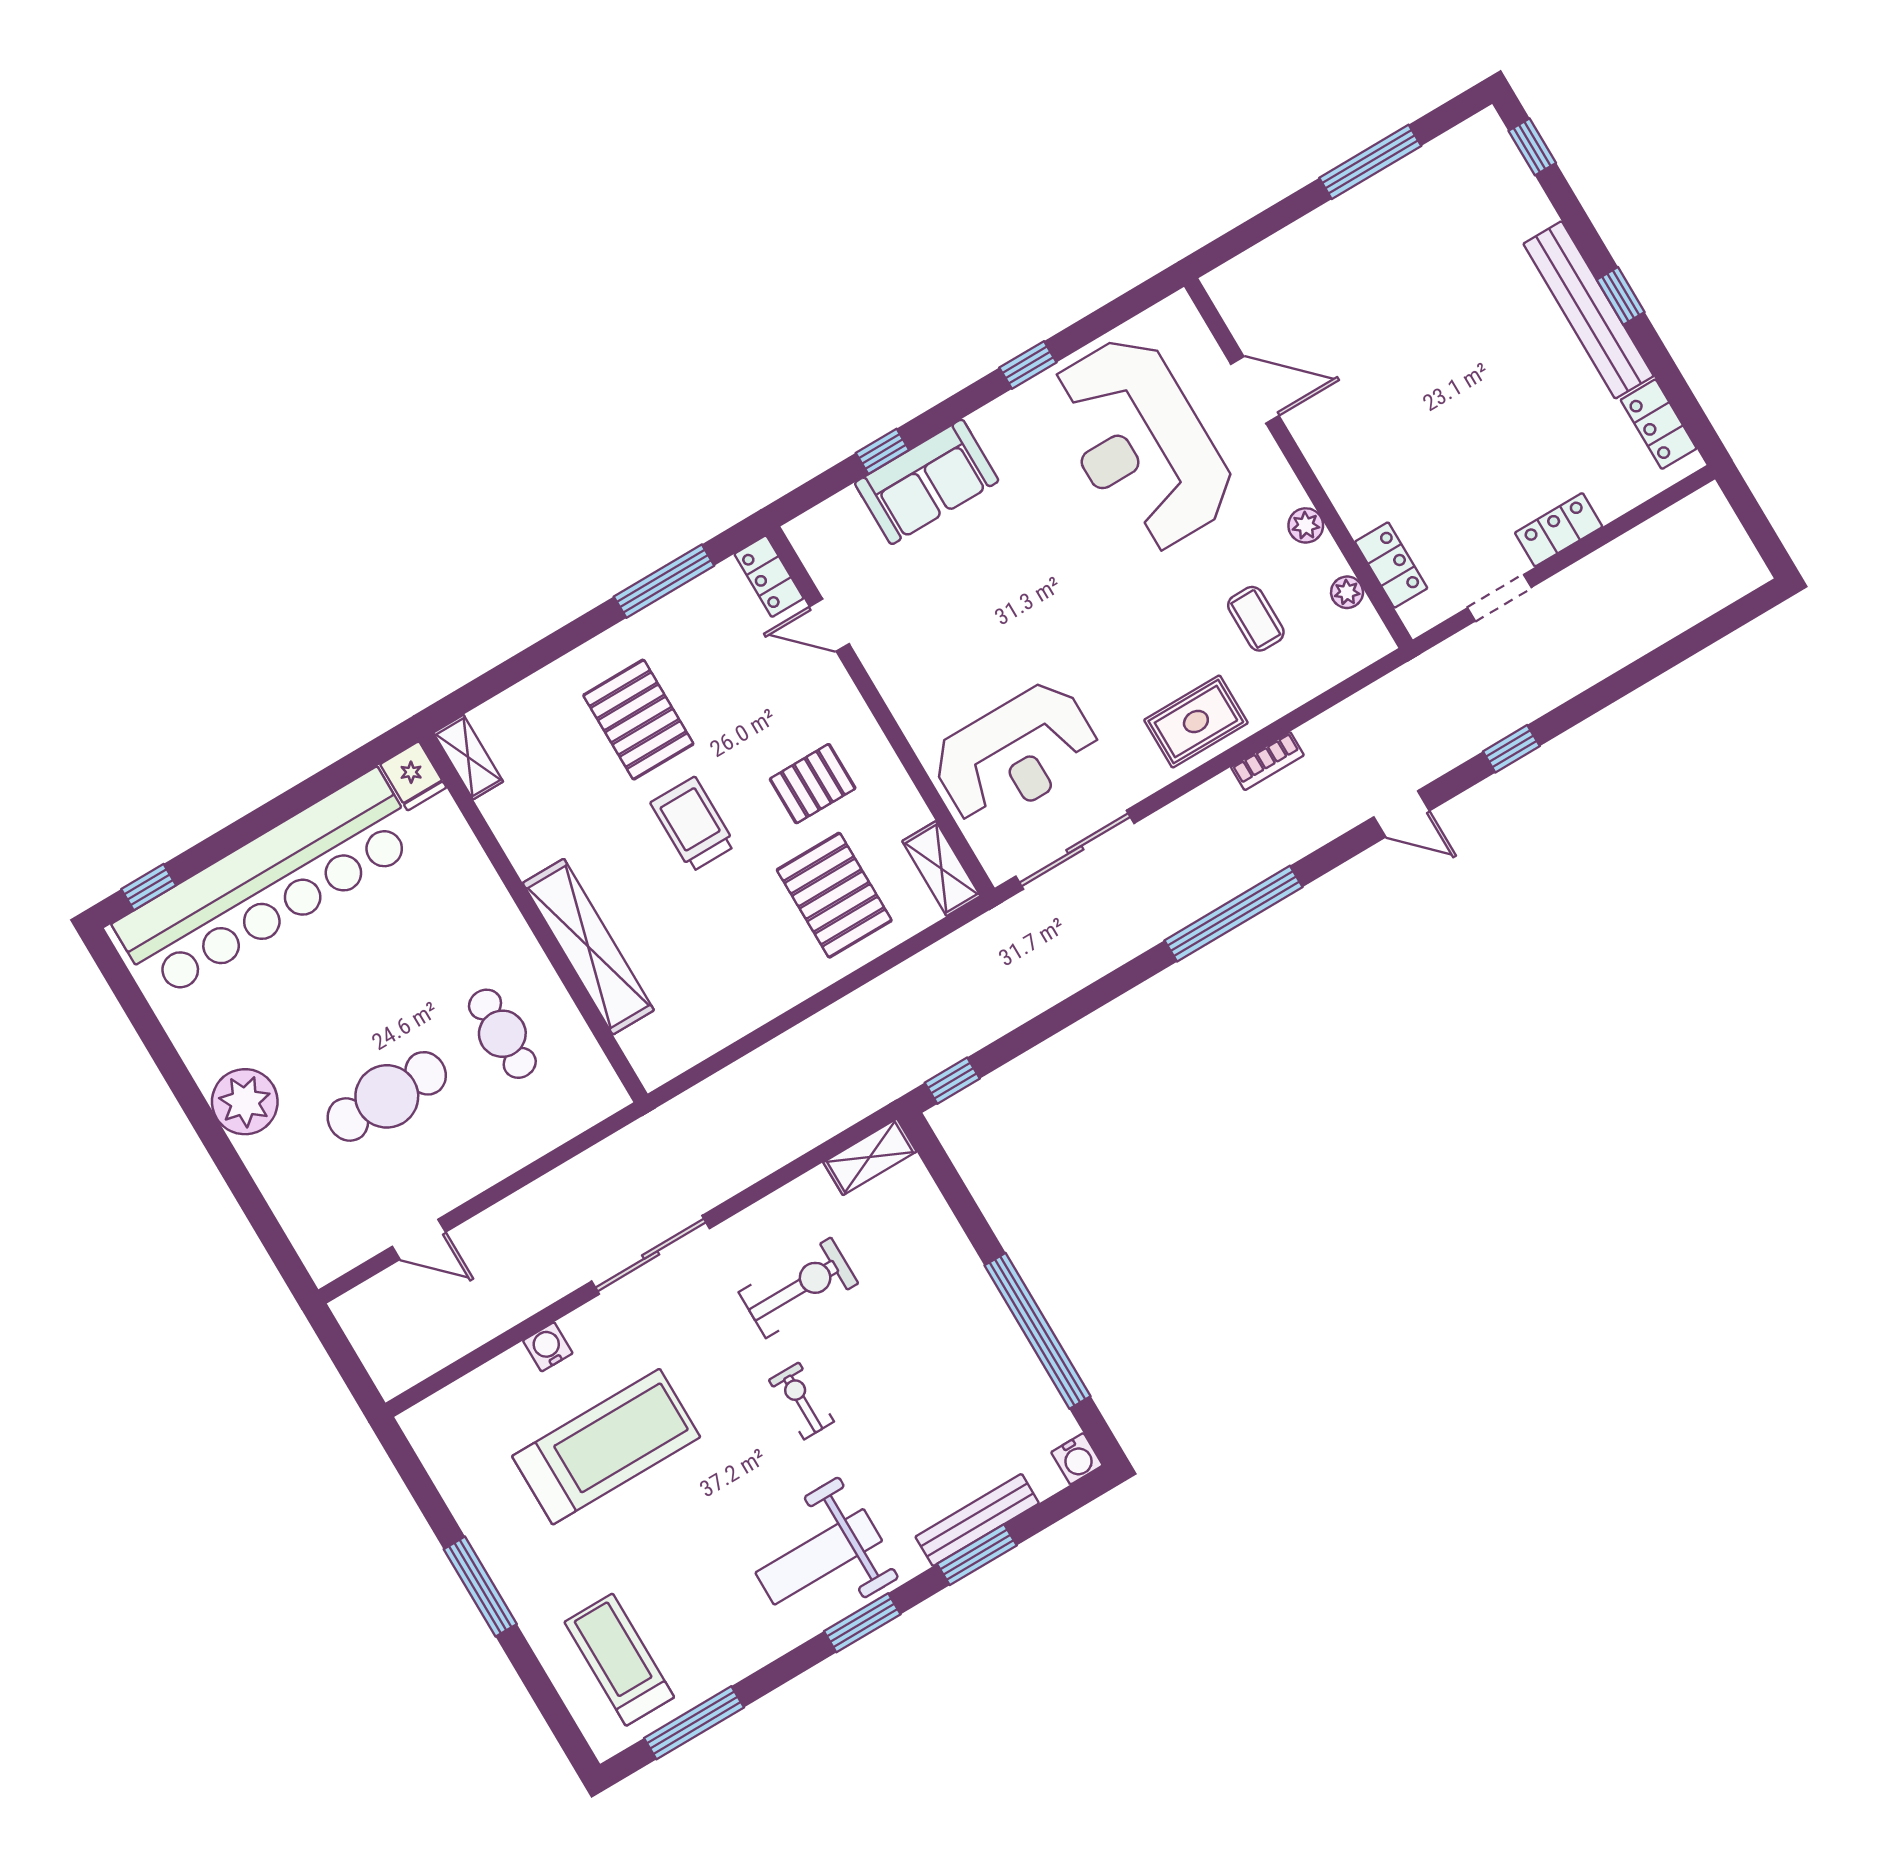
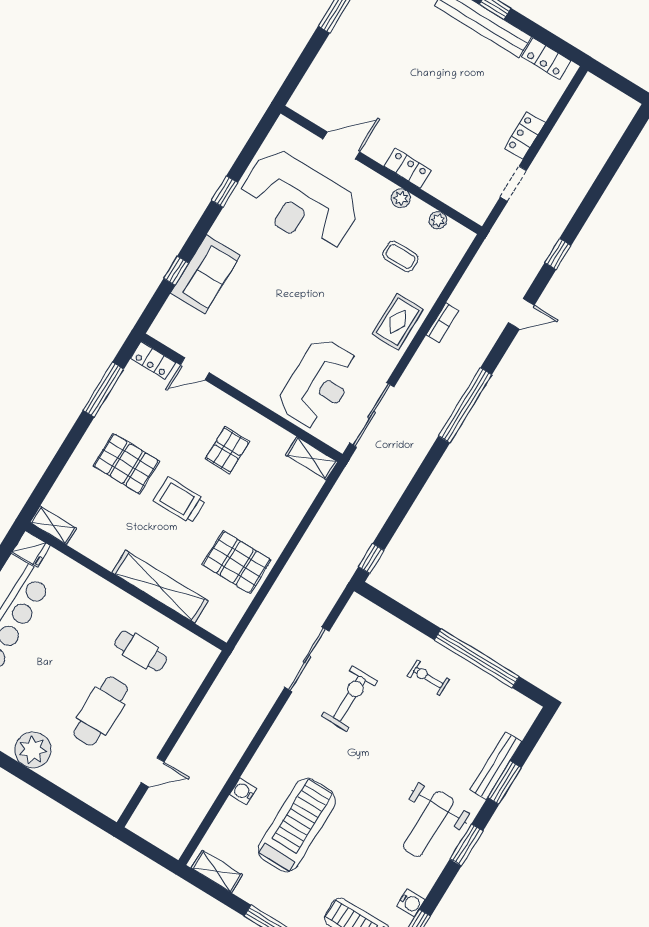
locker: (1391, 565) -> (408, 168), moved
pallet: (834, 895) -> (237, 562), moved
shelving: (870, 1157) -> (217, 871), moved, turned 90
sliding door: (651, 1255) -> (307, 659), moved
exercise bike: (801, 1401) -> (428, 678), moved
water cooler: (1077, 1459) -> (411, 903), moved

